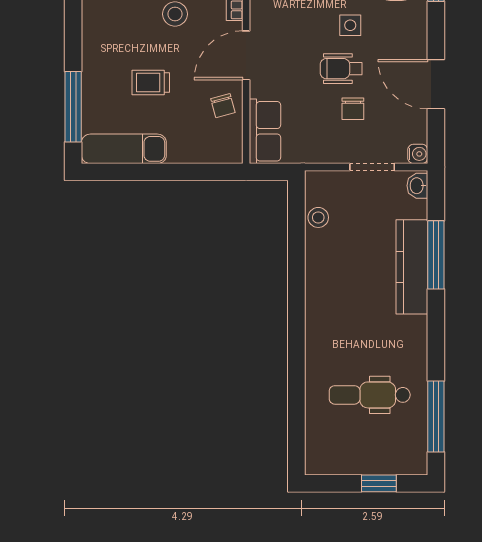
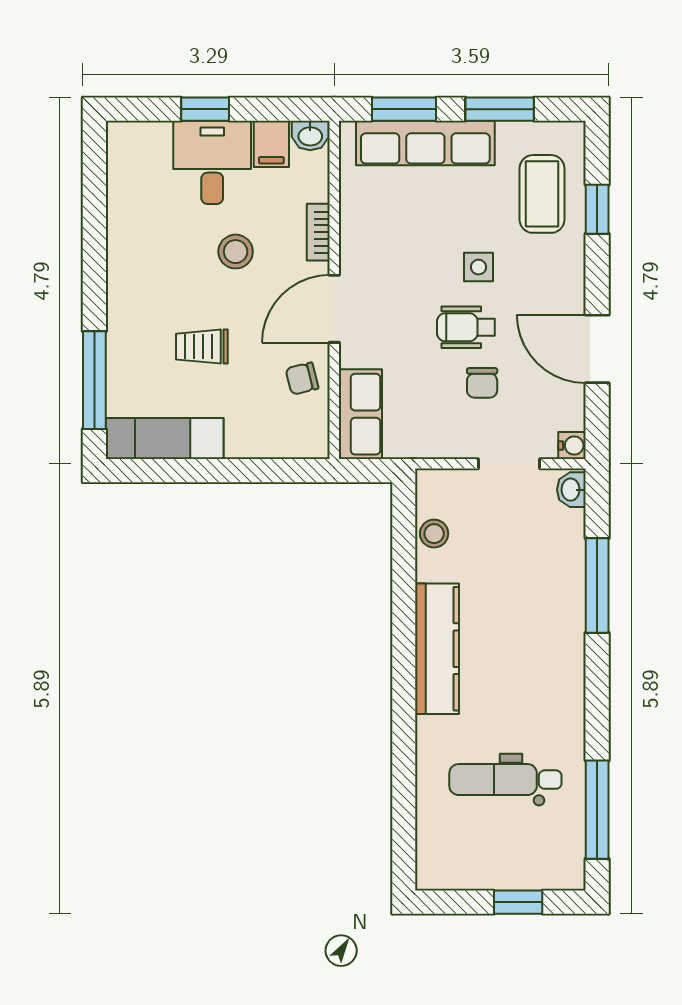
chair: (223, 106) -> (302, 379), turned 91
kitchen counter: (412, 267) -> (437, 649), moved, turned 180

